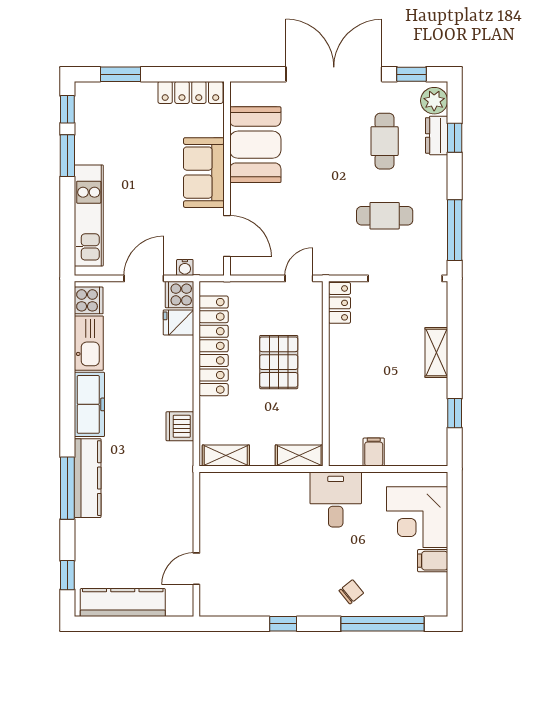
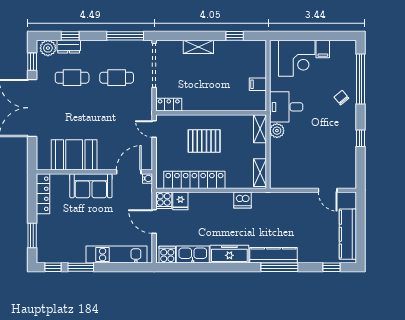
cafe table: (385, 216) -> (117, 78), turned 90
water cooler: (185, 267) -> (148, 178), moved
plant: (296, 484) -> (277, 131), added

